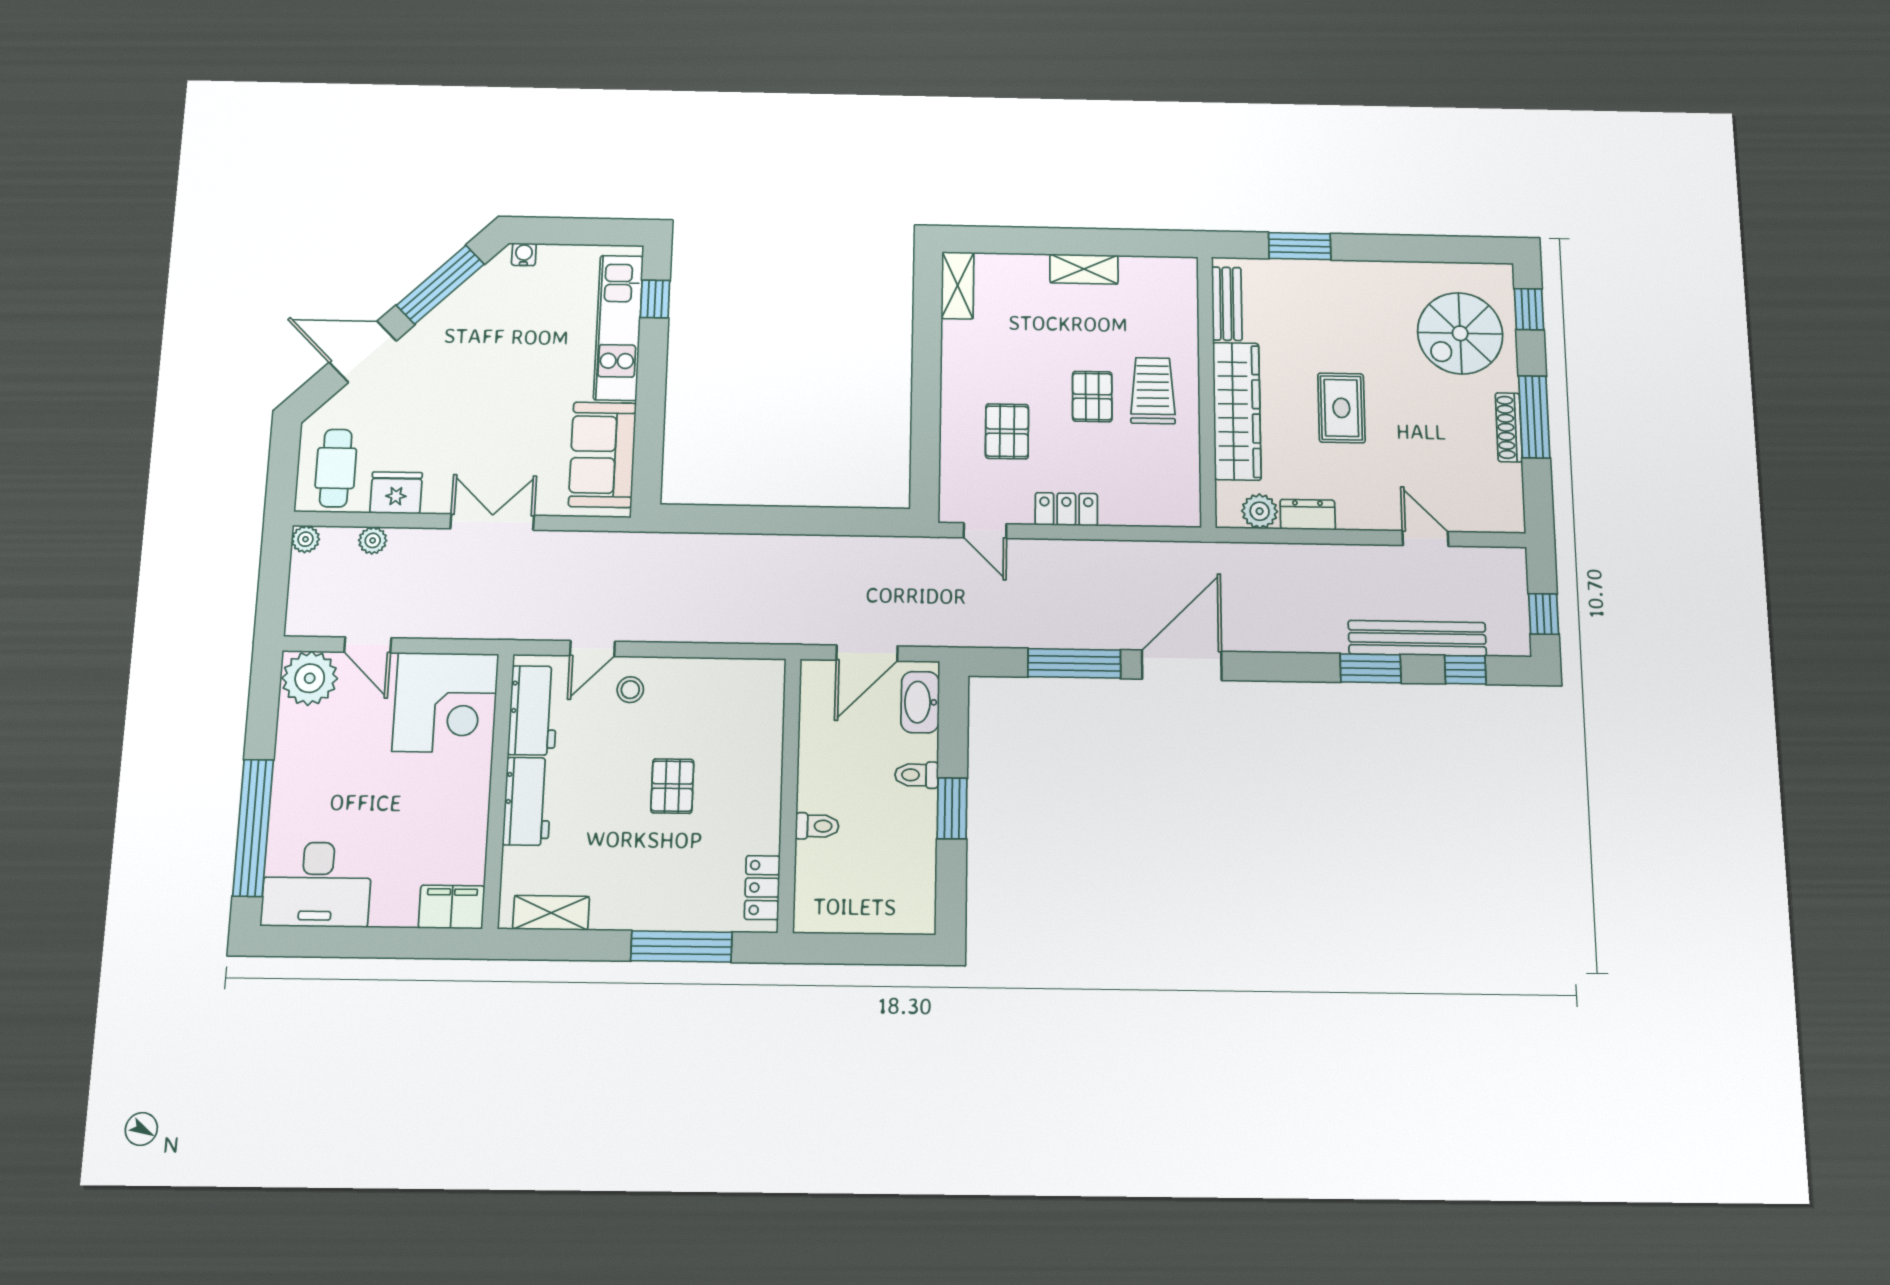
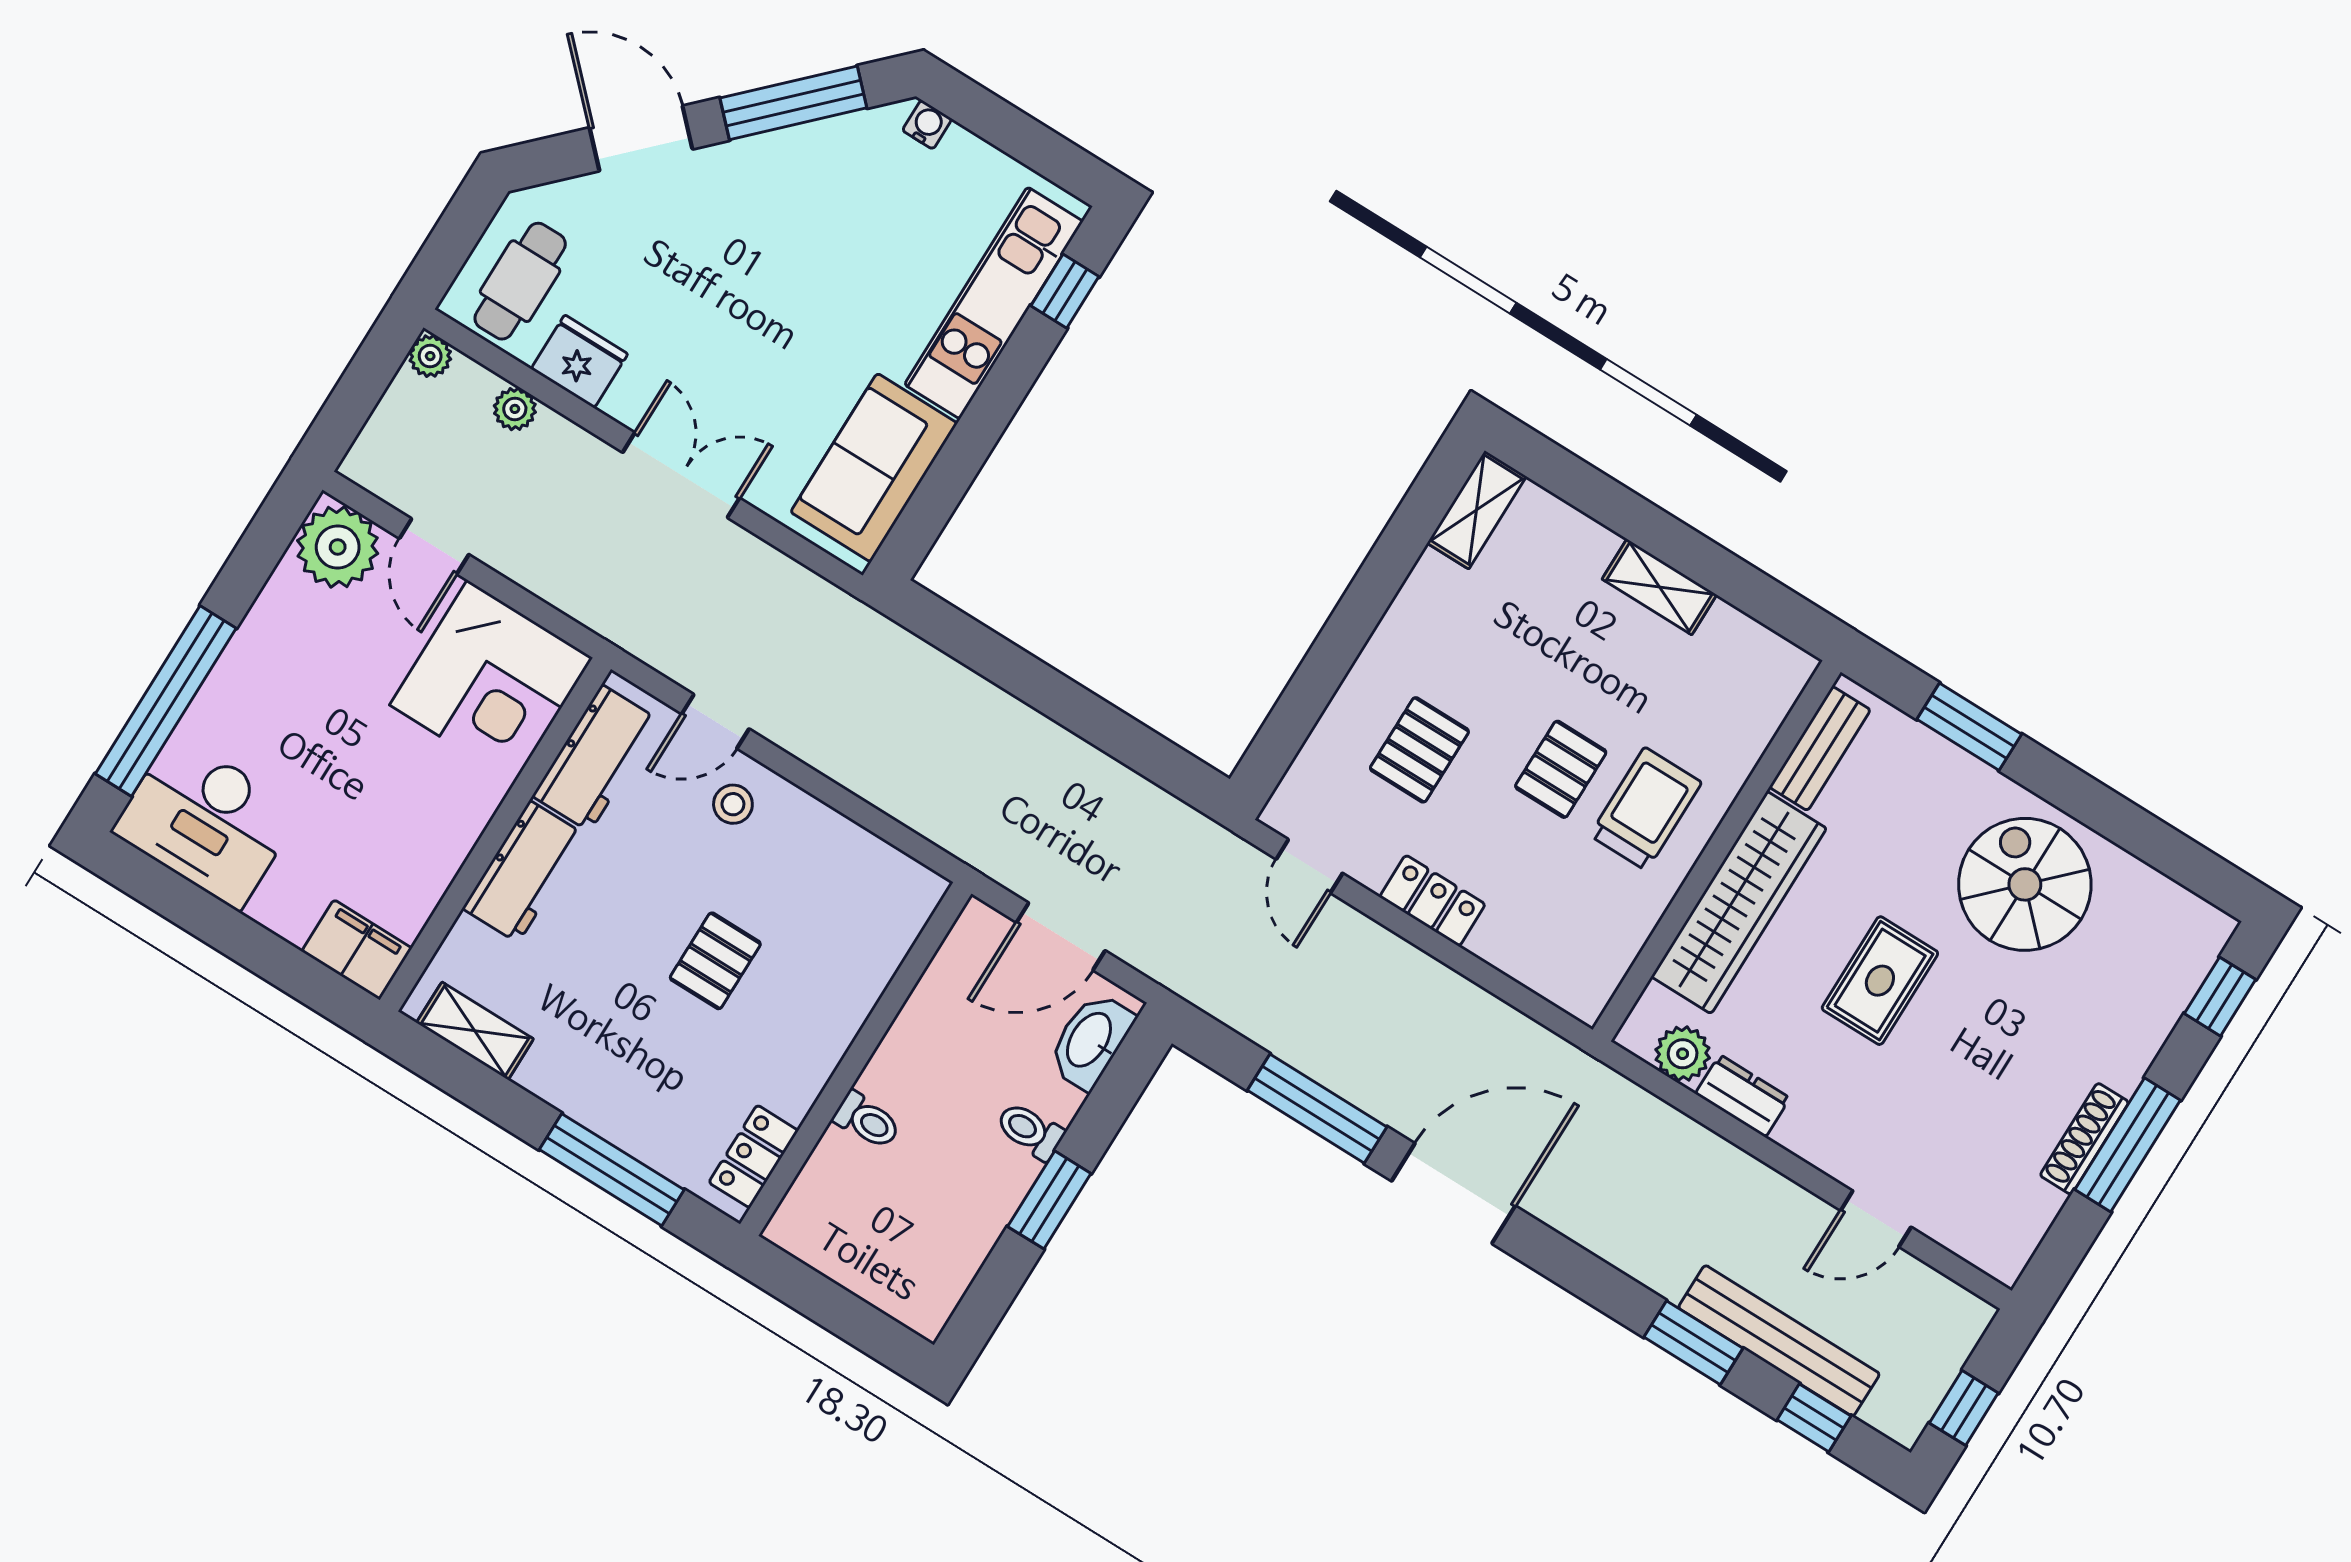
spiral stairs: (1460, 333) -> (2025, 884), moved, turned 90
door: (1425, 538) -> (1876, 1219), swing flipped

